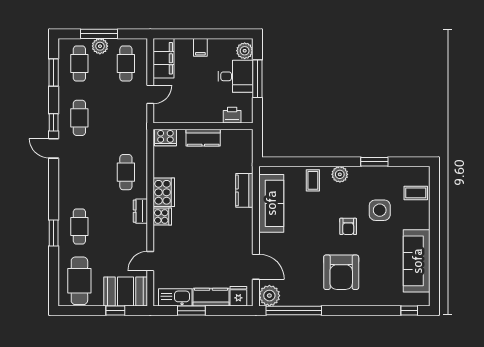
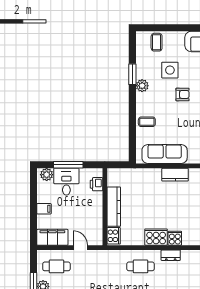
kitchen counter: (203, 138) -> (114, 207), width x1.50
plant: (340, 174) -> (142, 86), moved
kitchen counter: (244, 190) -> (175, 175), moved

